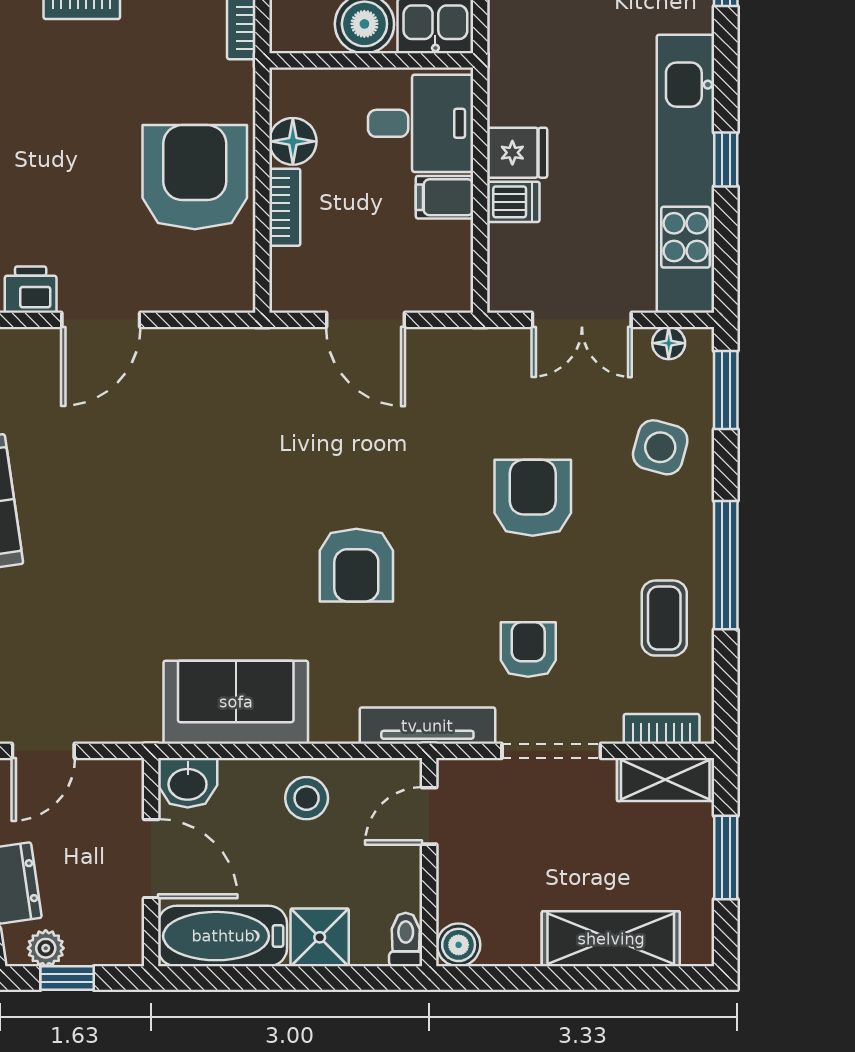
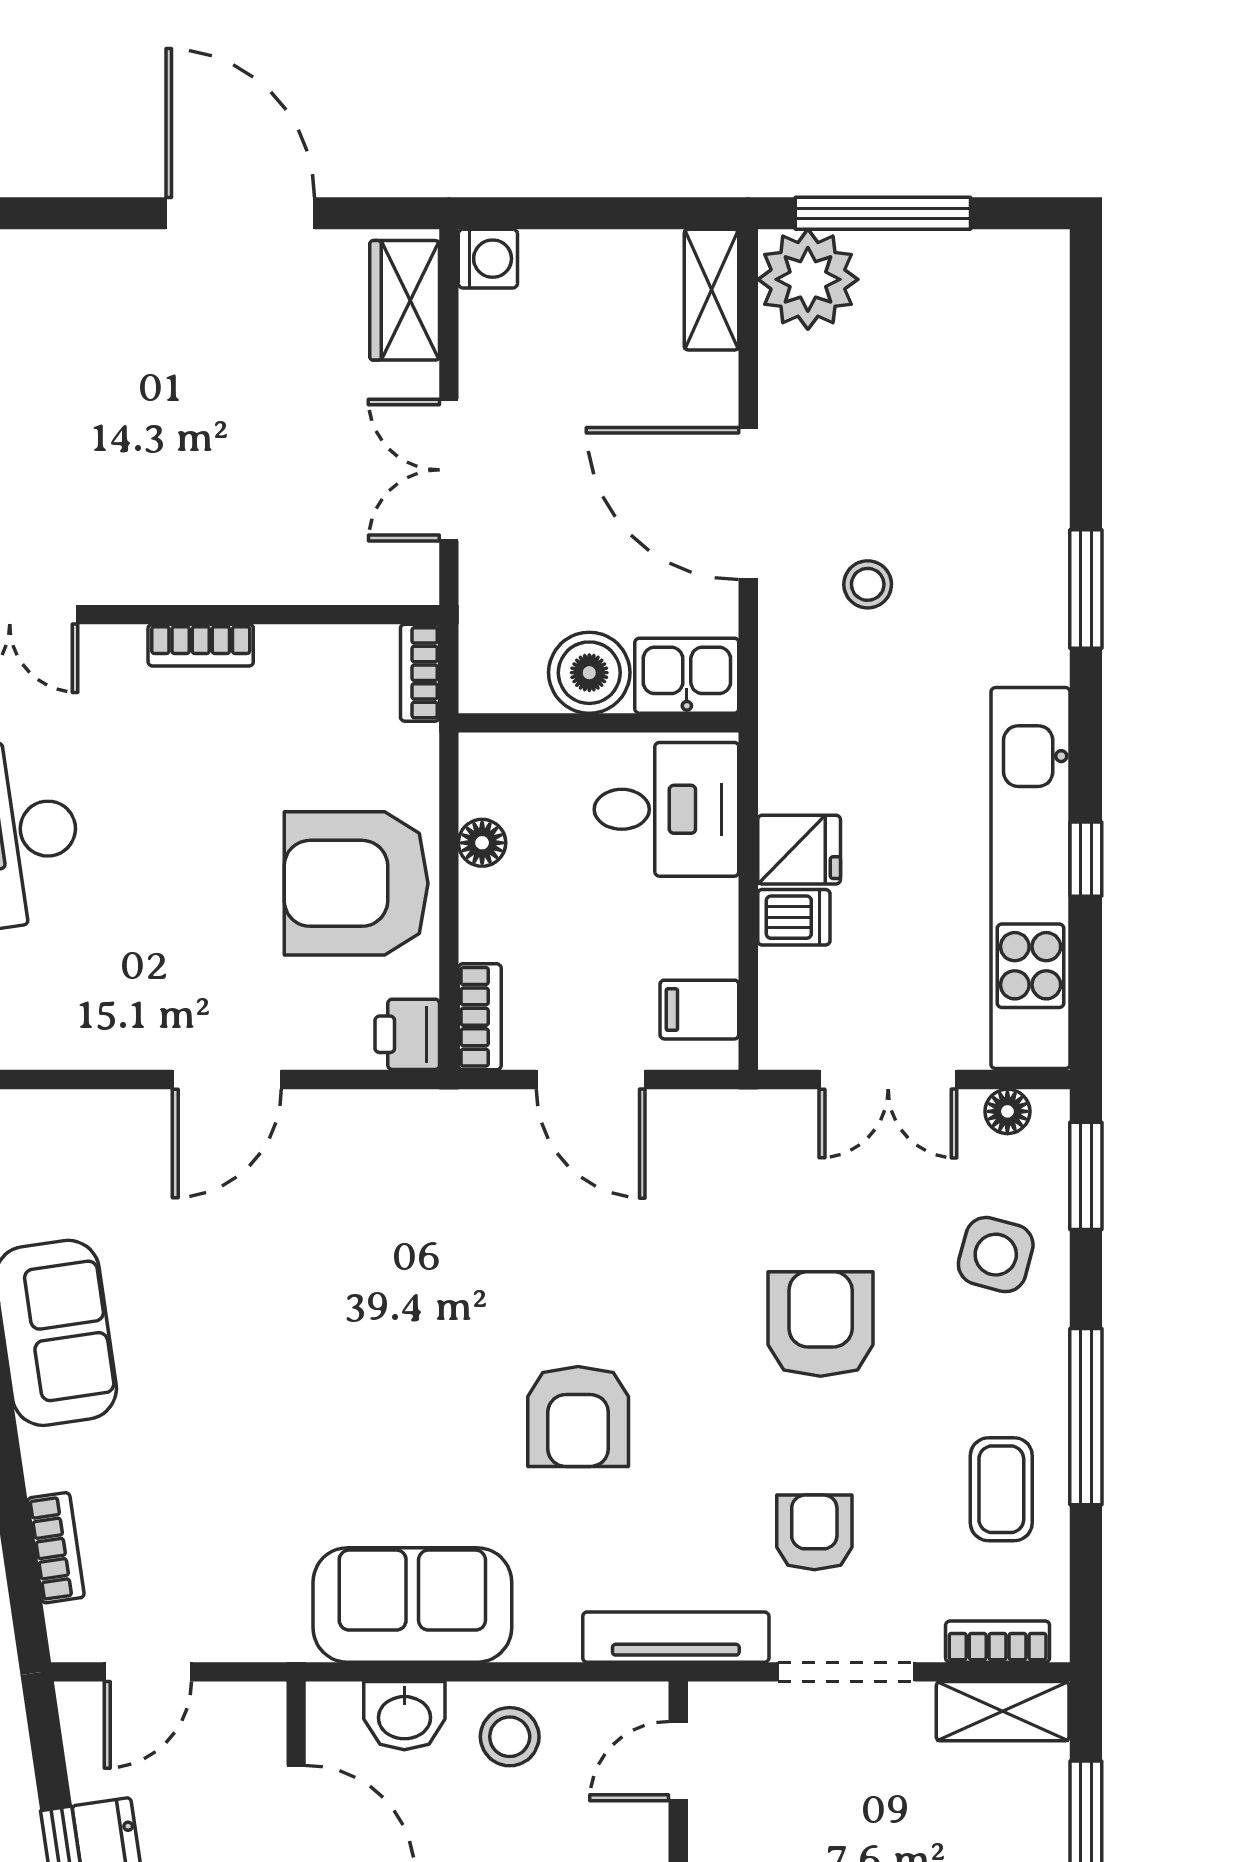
floor lamp: (293, 141) -> (482, 843), width x0.73, depth x0.73
armchair: (195, 177) -> (356, 883), turned -90
filing cabinet: (445, 197) -> (699, 1010), moved
bookcase: (285, 207) -> (480, 1017), moved
printer: (31, 290) -> (407, 1034), moved, turned -90
washbasin: (188, 783) -> (404, 1716), moved

